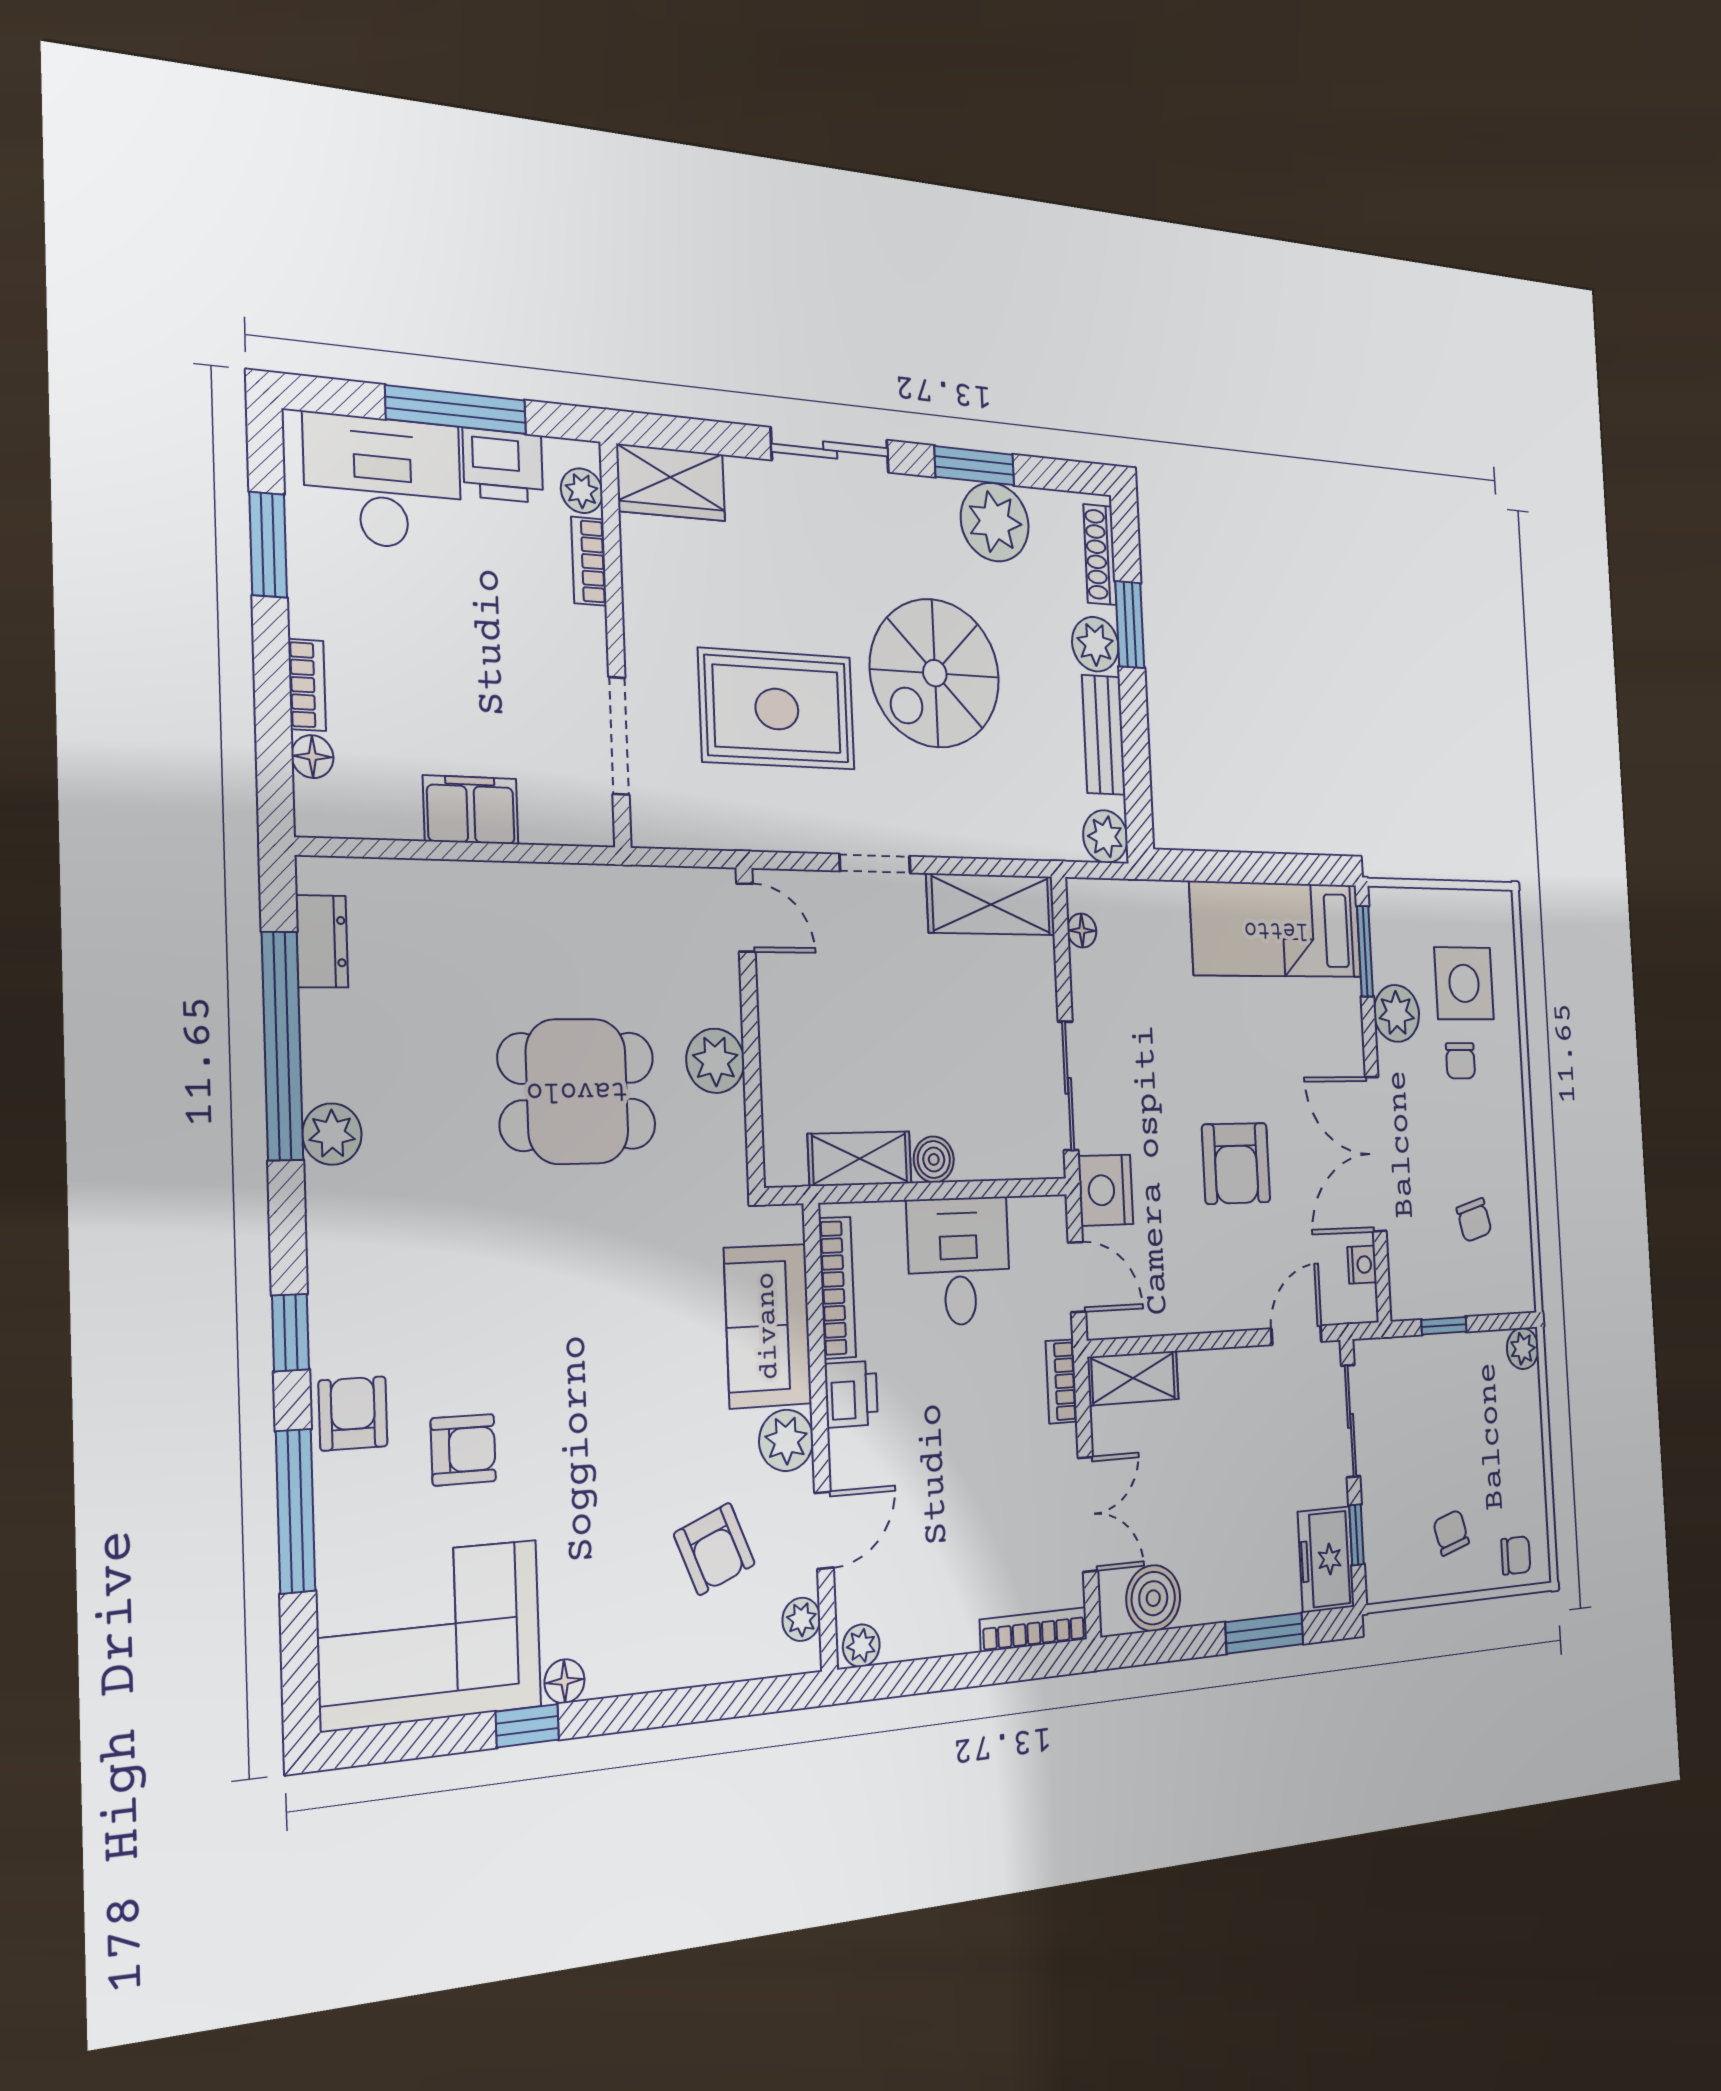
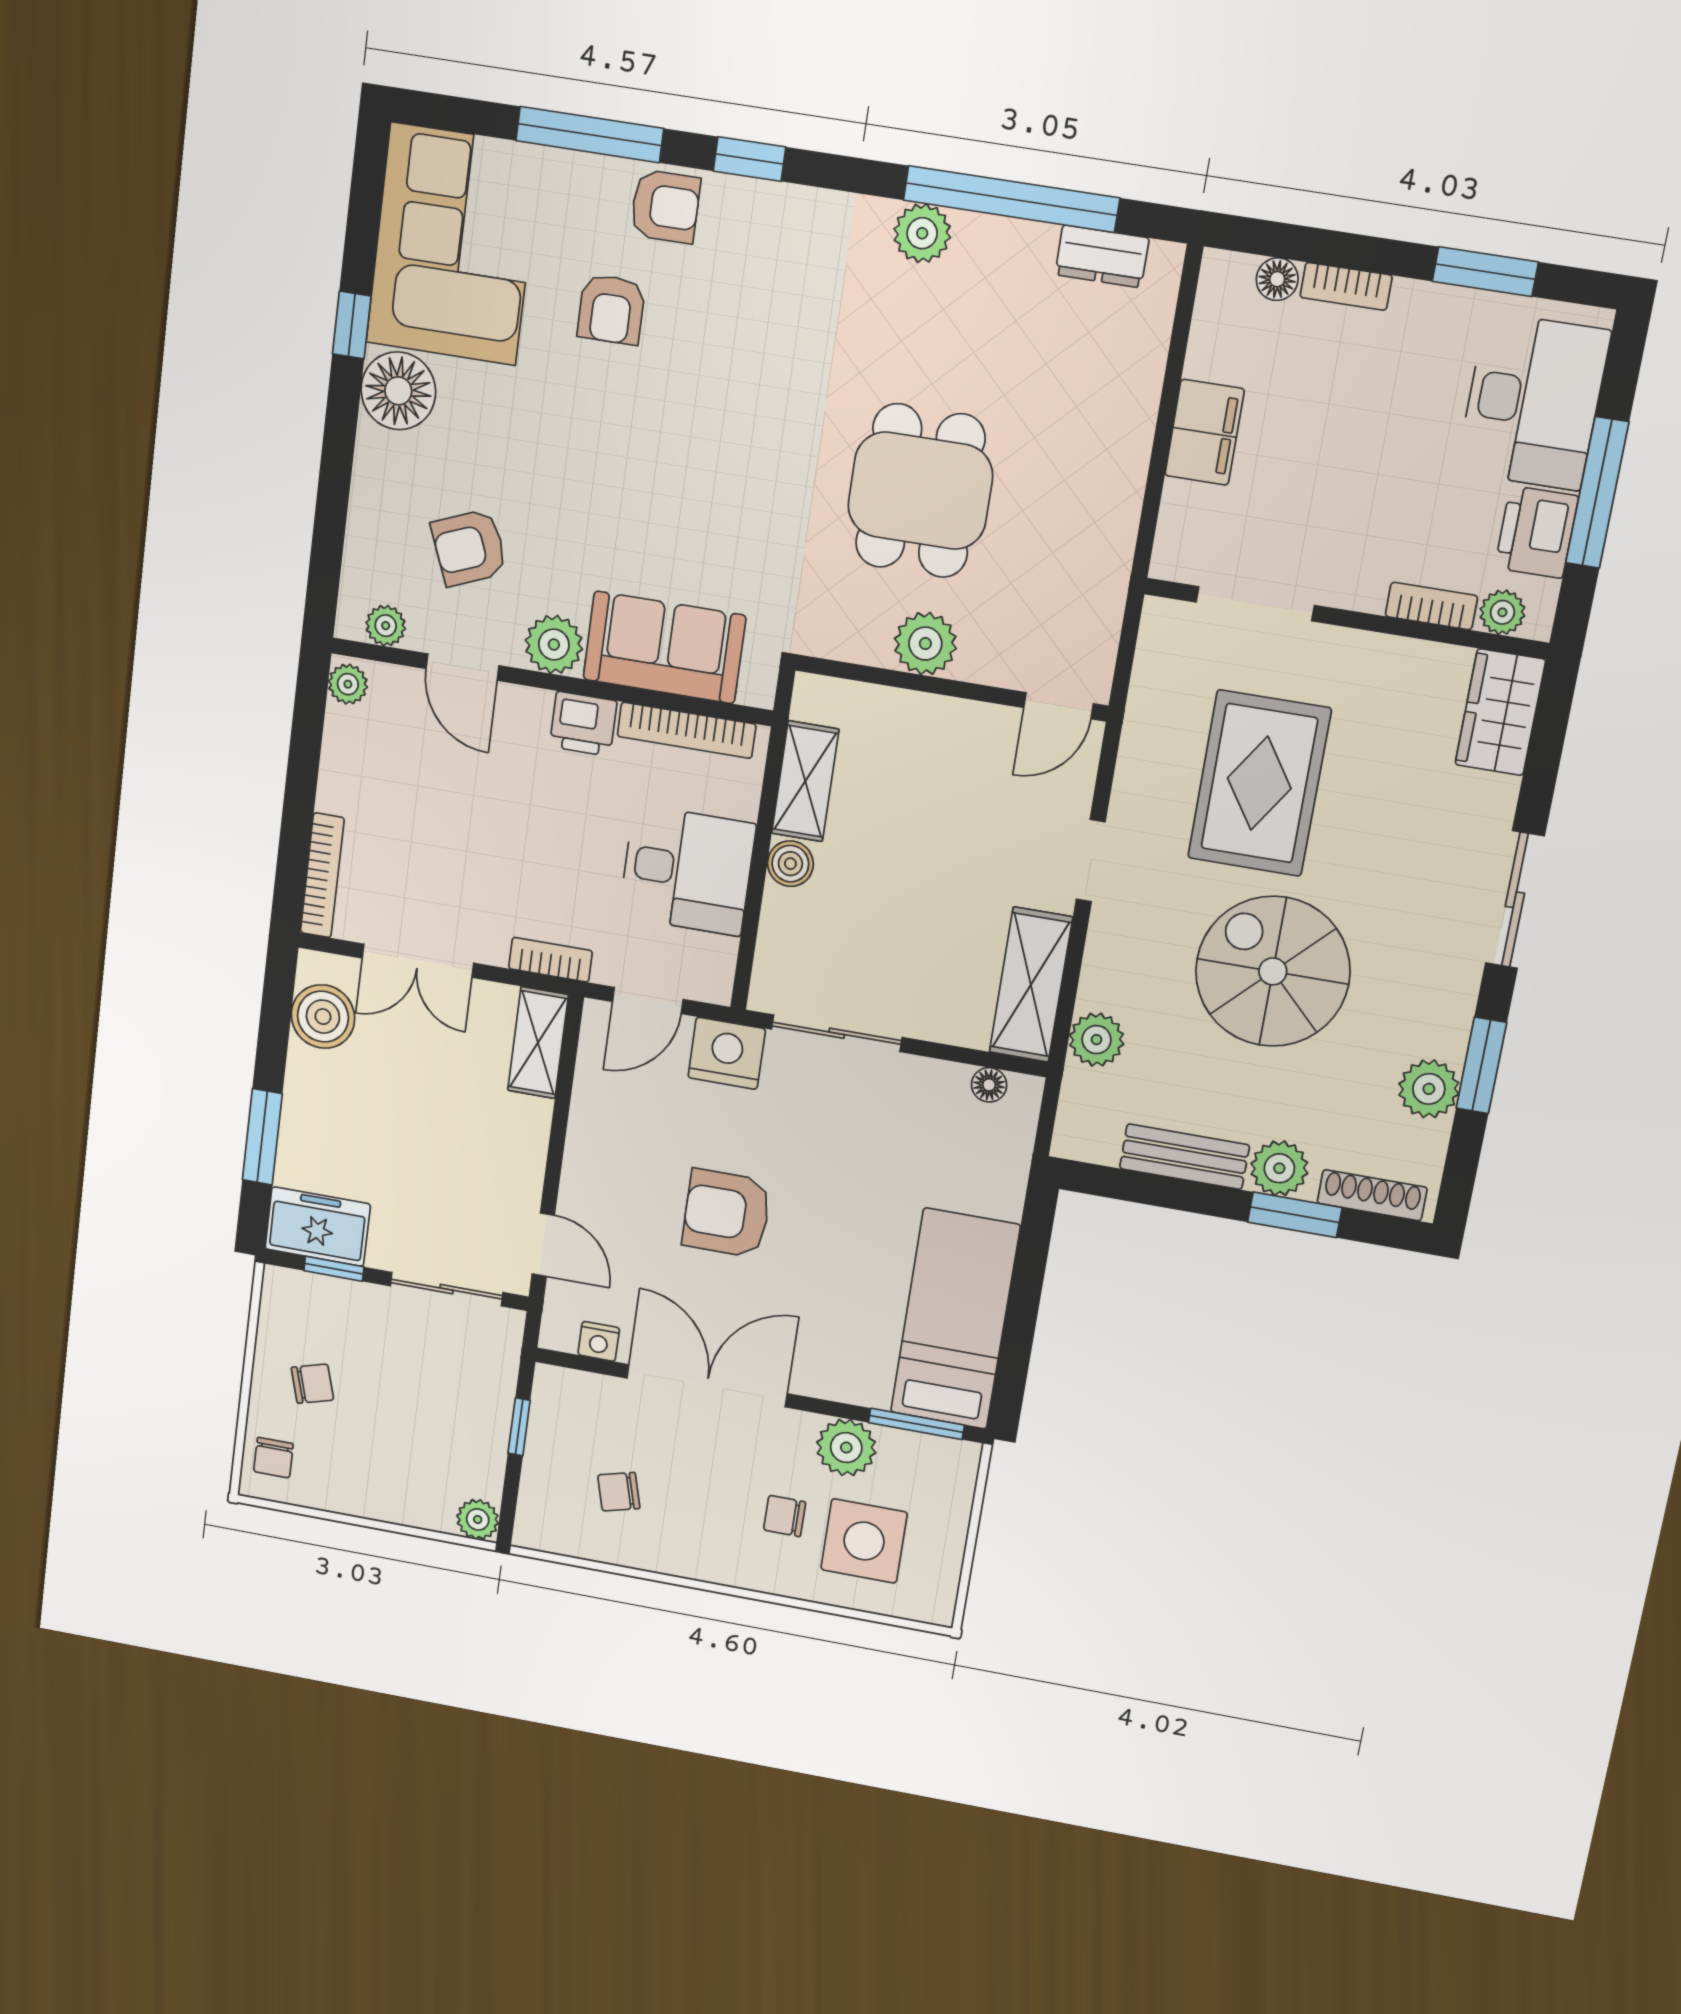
plant: (995, 522) -> (1429, 1089), width x0.73, depth x0.73
plant: (1105, 837) -> (1097, 1040), moved
floor lamp: (565, 1681) -> (398, 391), width x1.89, depth x1.89

